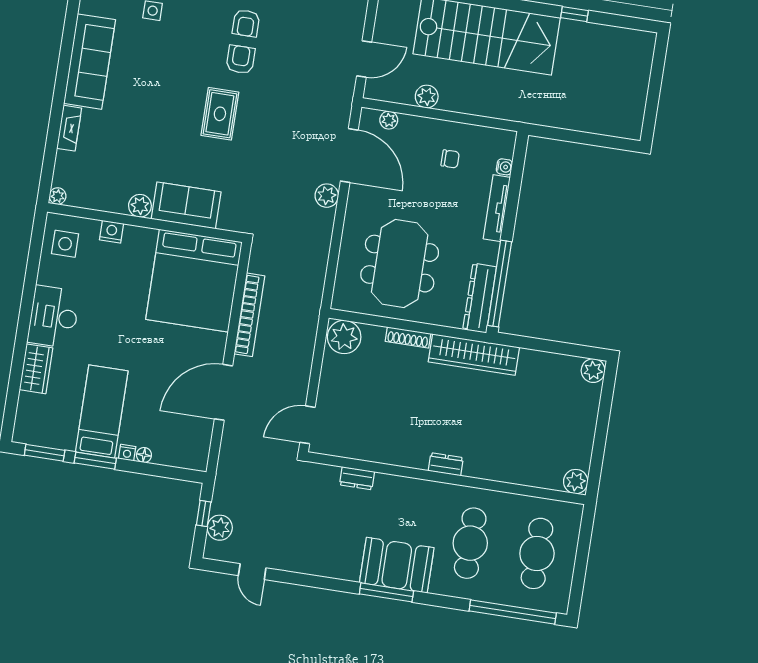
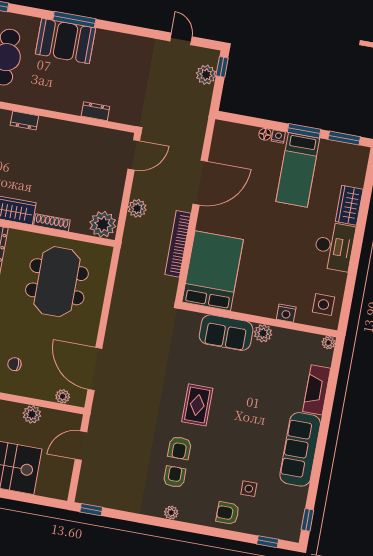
fireplace: (69, 128) -> (317, 390), width x1.37, depth x1.32
plant: (327, 196) -> (137, 208), moved
bed: (194, 281) -> (213, 271), width x0.73
window: (204, 514) -> (222, 67), moved

